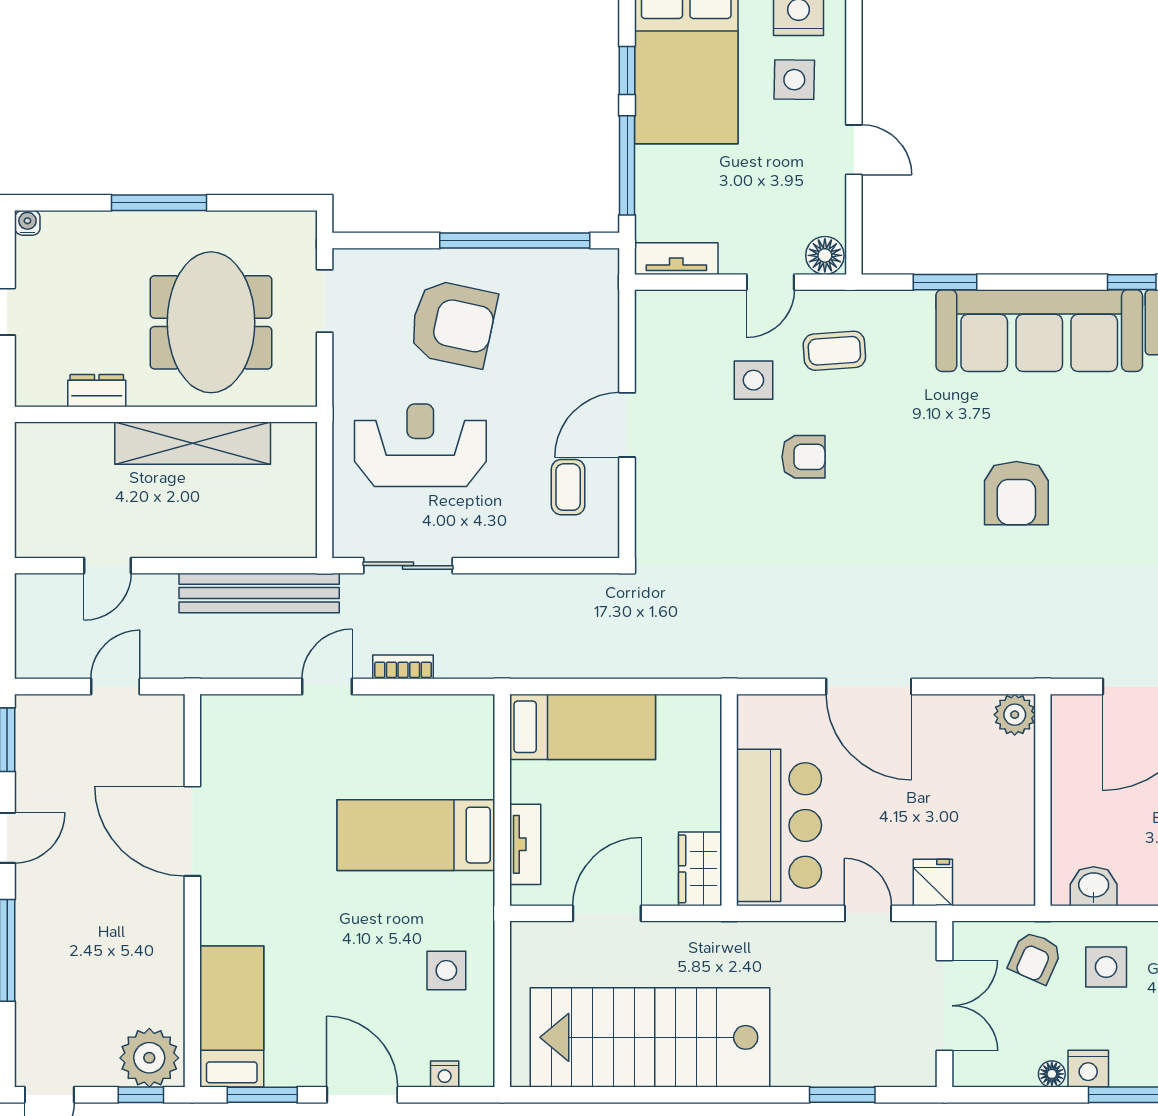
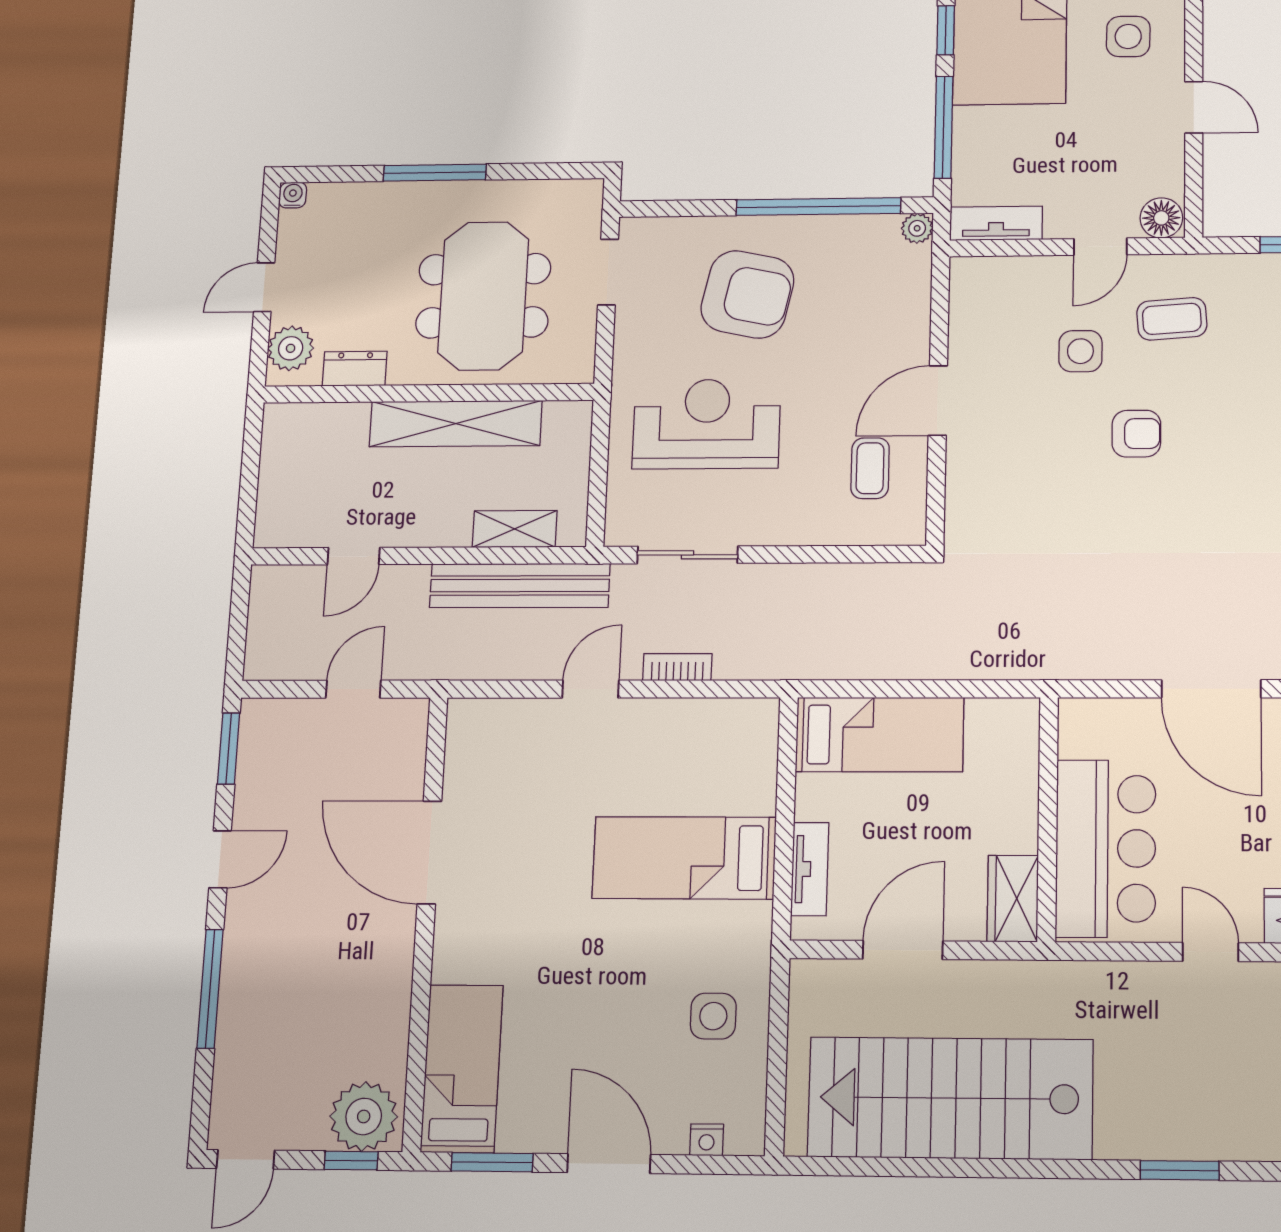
plant: (605, 262) -> (917, 228), added
plant: (36, 371) -> (291, 348), added
shelving: (252, 541) -> (515, 529), added

